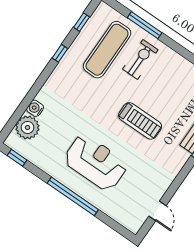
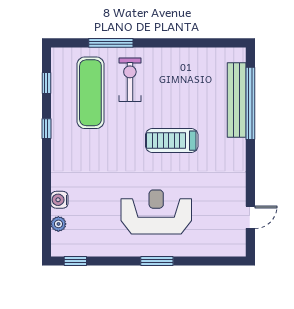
treadmill: (140, 121) -> (172, 141), turned 180
plant: (28, 127) -> (58, 224), width x0.53, depth x0.53
window: (73, 196) -> (157, 261), width x0.47
door: (158, 211) -> (250, 217), hinge flipped

